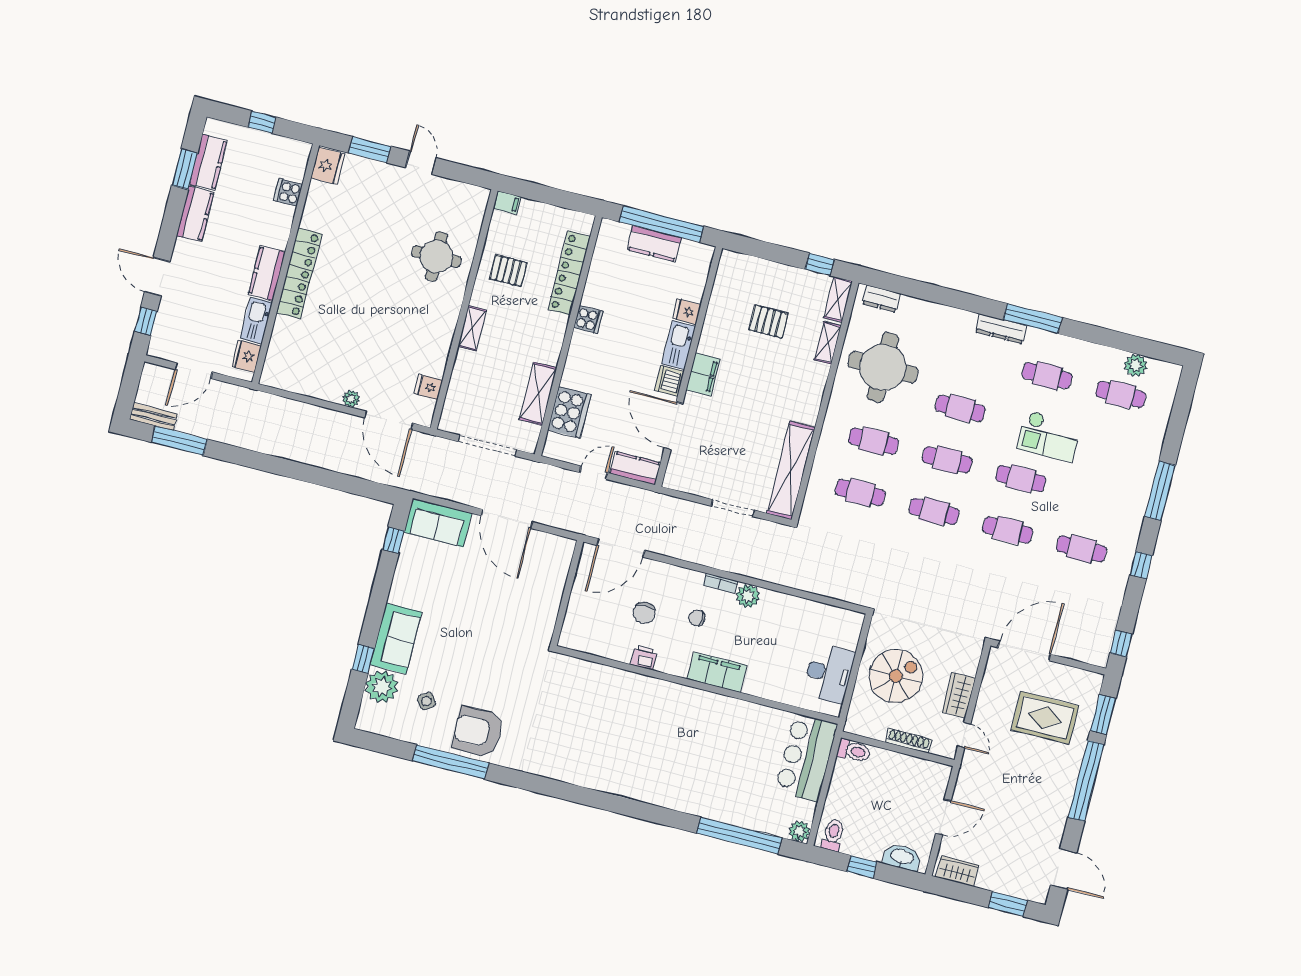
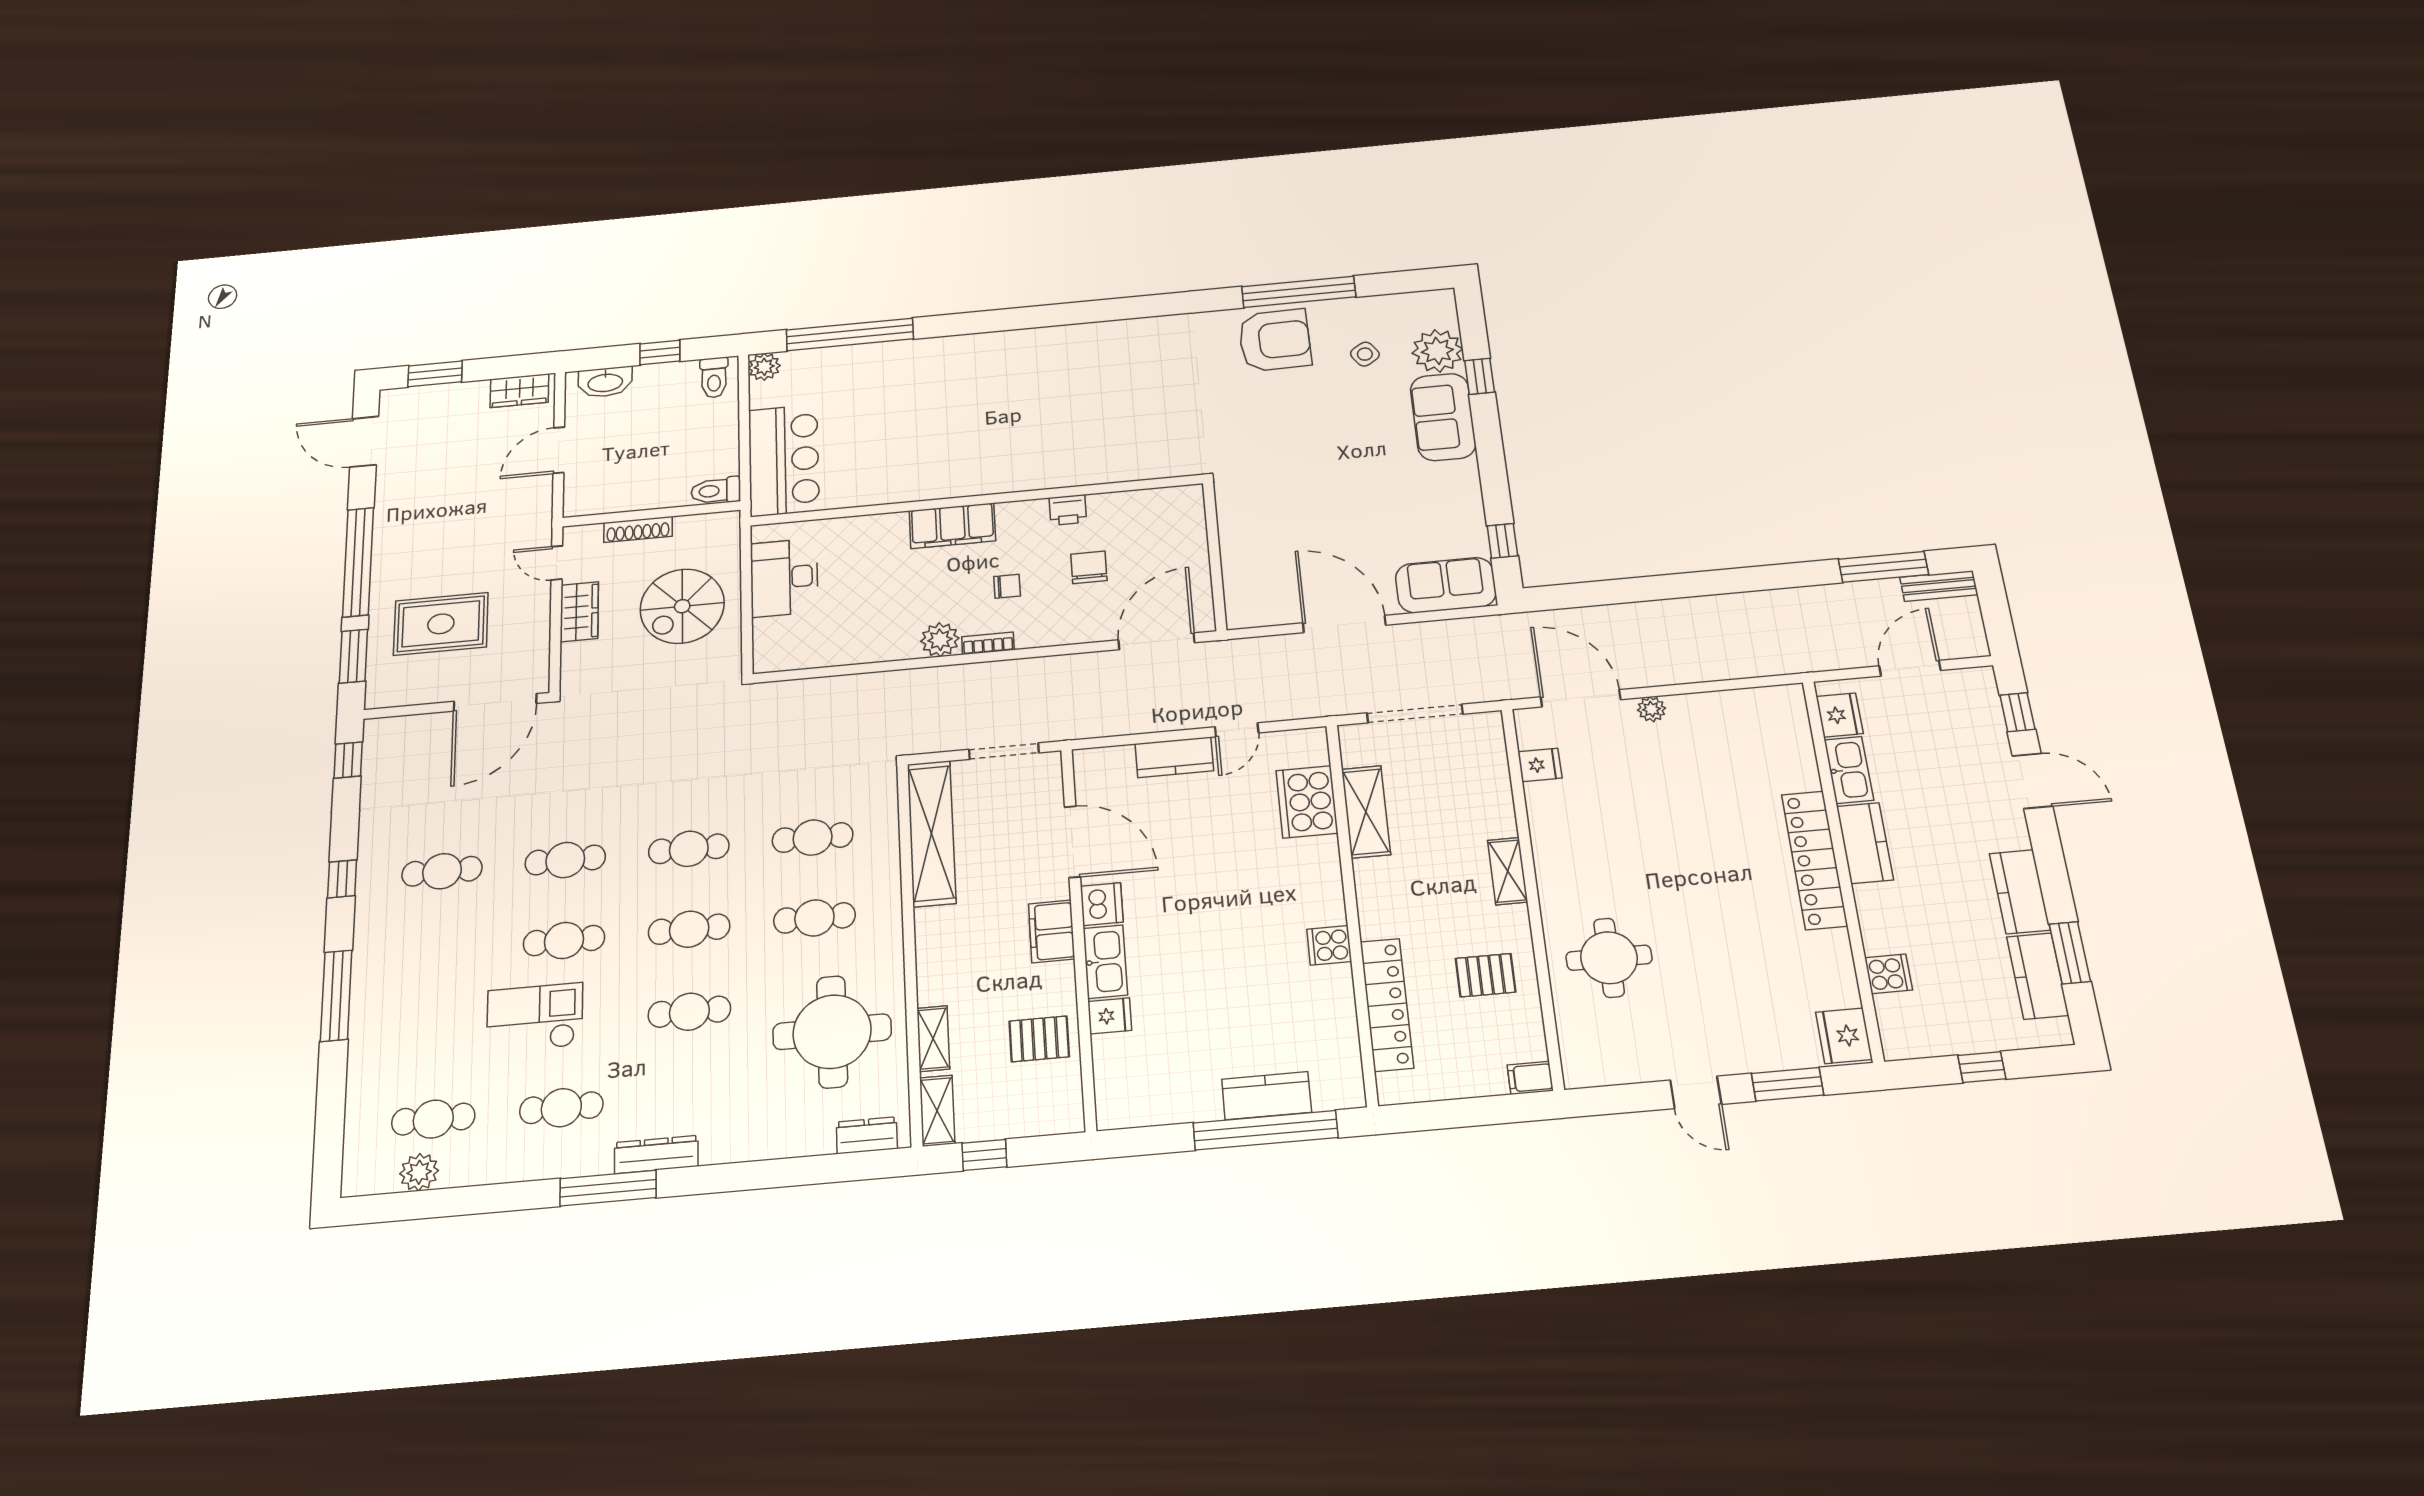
fridge: (687, 311) -> (1110, 1016), moved
kitchen sink: (679, 345) -> (1105, 962), moved
wall: (689, 367) -> (1078, 935), moved
filing cabinet: (703, 374) -> (1052, 931), moved
dishwasher: (669, 381) -> (1102, 904), moved
door: (674, 426) -> (1072, 842), moved

